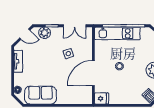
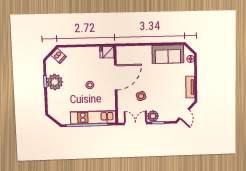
plant: (45, 33) -> (153, 116), moved
door: (25, 34) -> (184, 114), swing flipped

